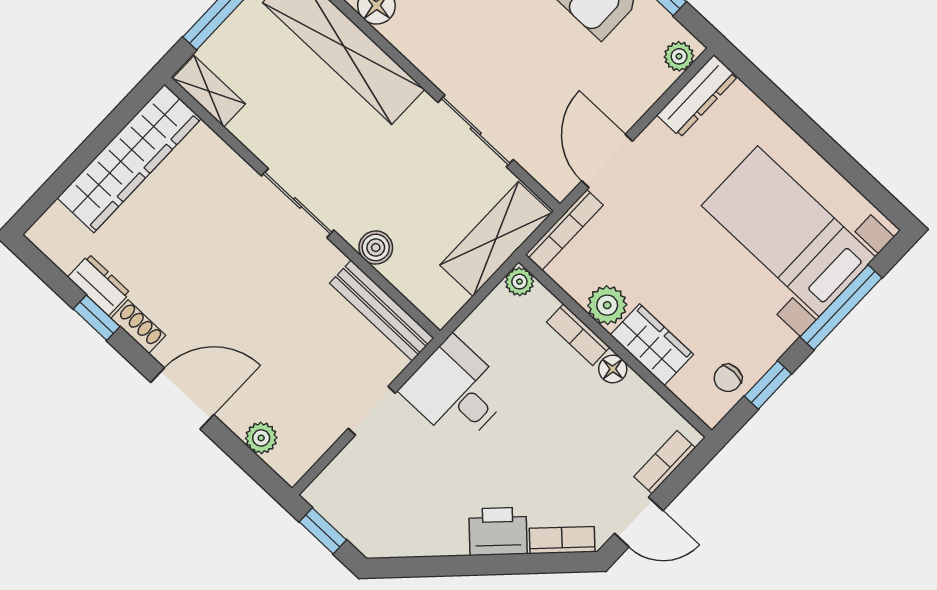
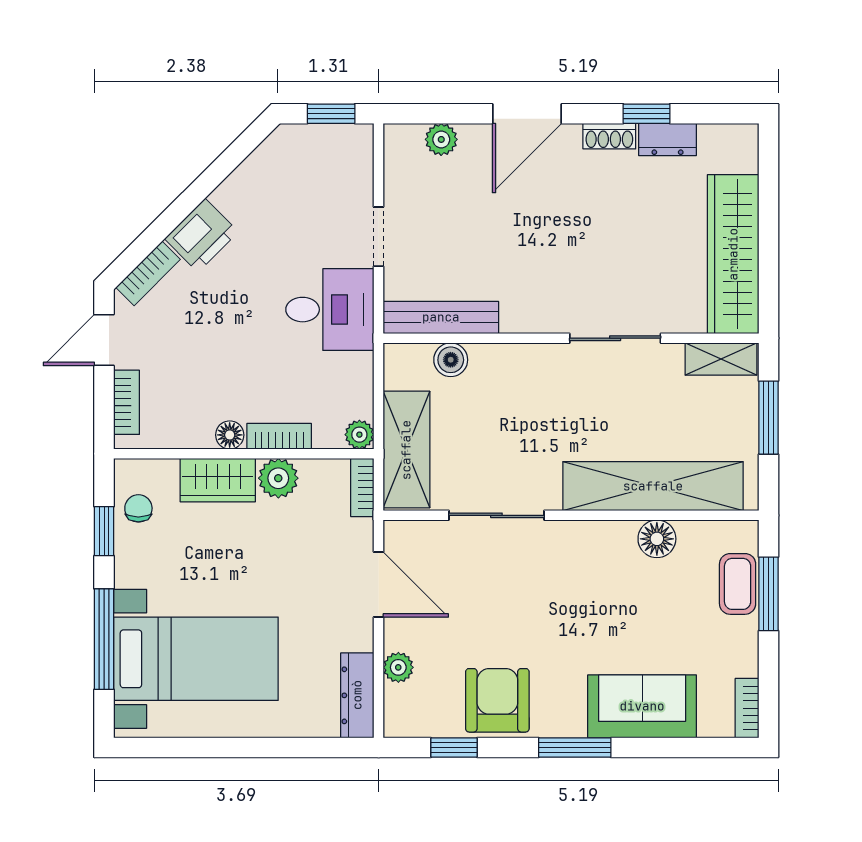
plant: (679, 56) -> (398, 667), moved
sliding door: (298, 203) -> (615, 338), moved
bookcase: (564, 230) -> (362, 487), width x0.64
boiler: (376, 247) -> (451, 360), moved

